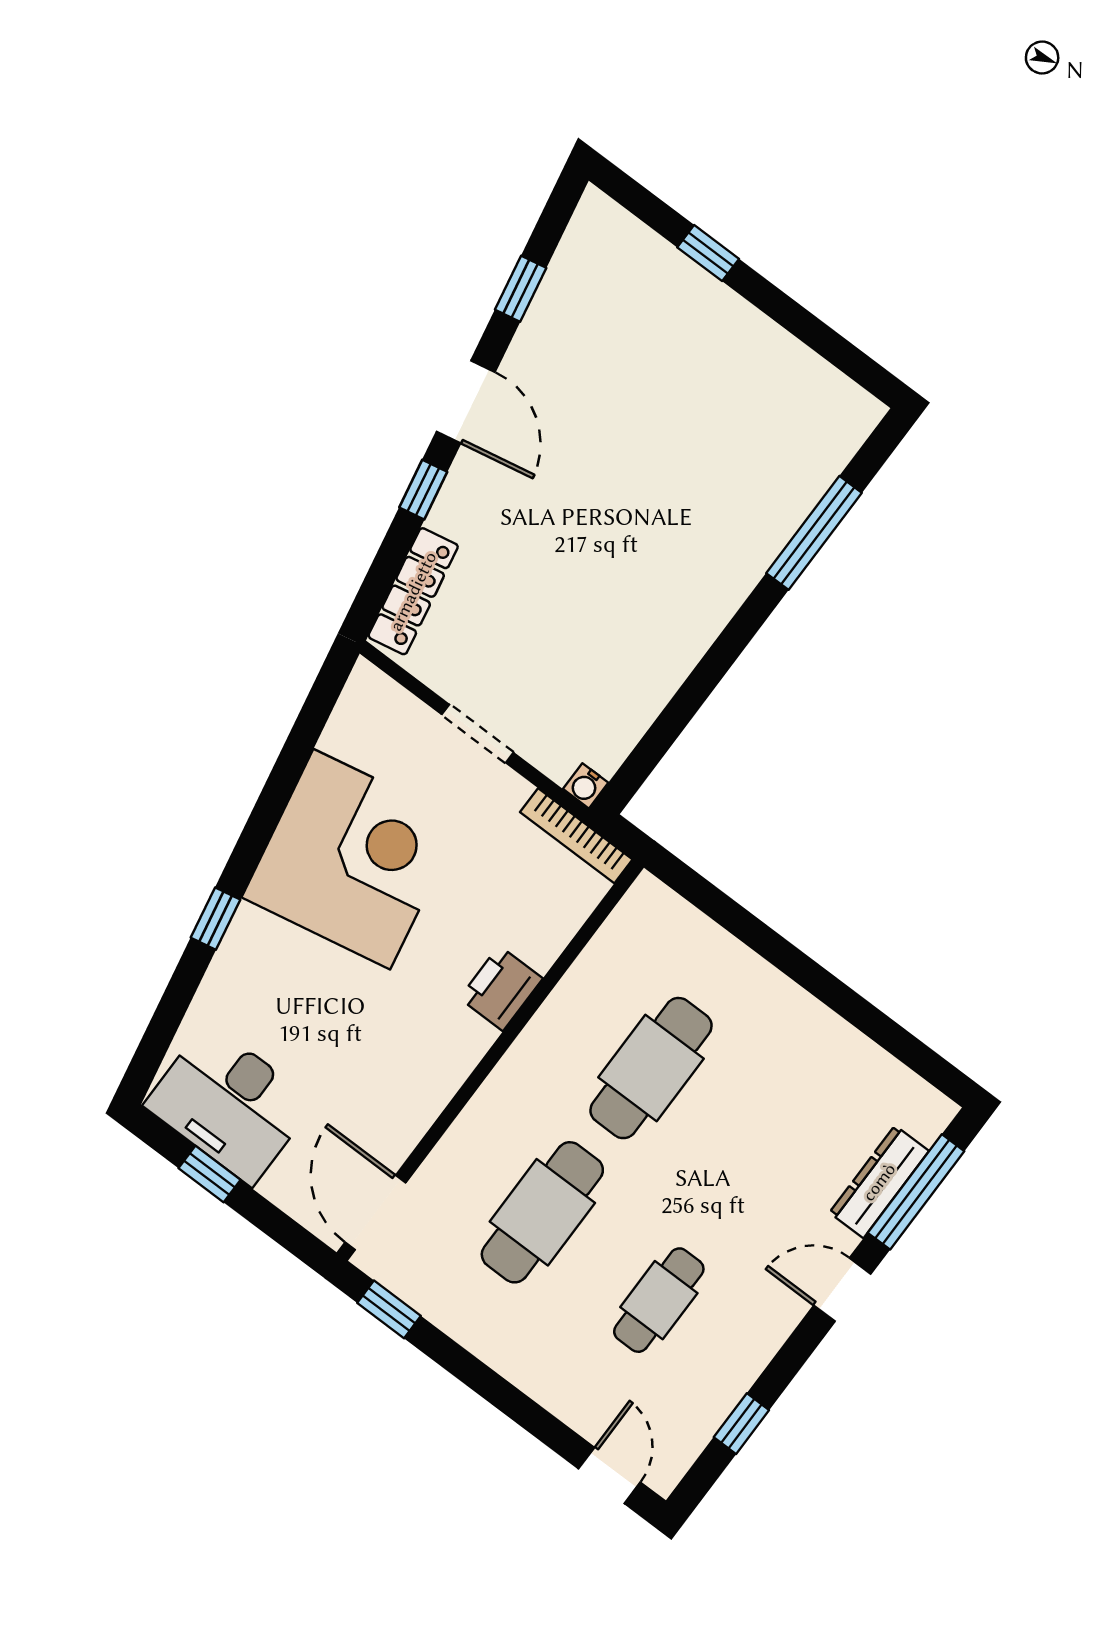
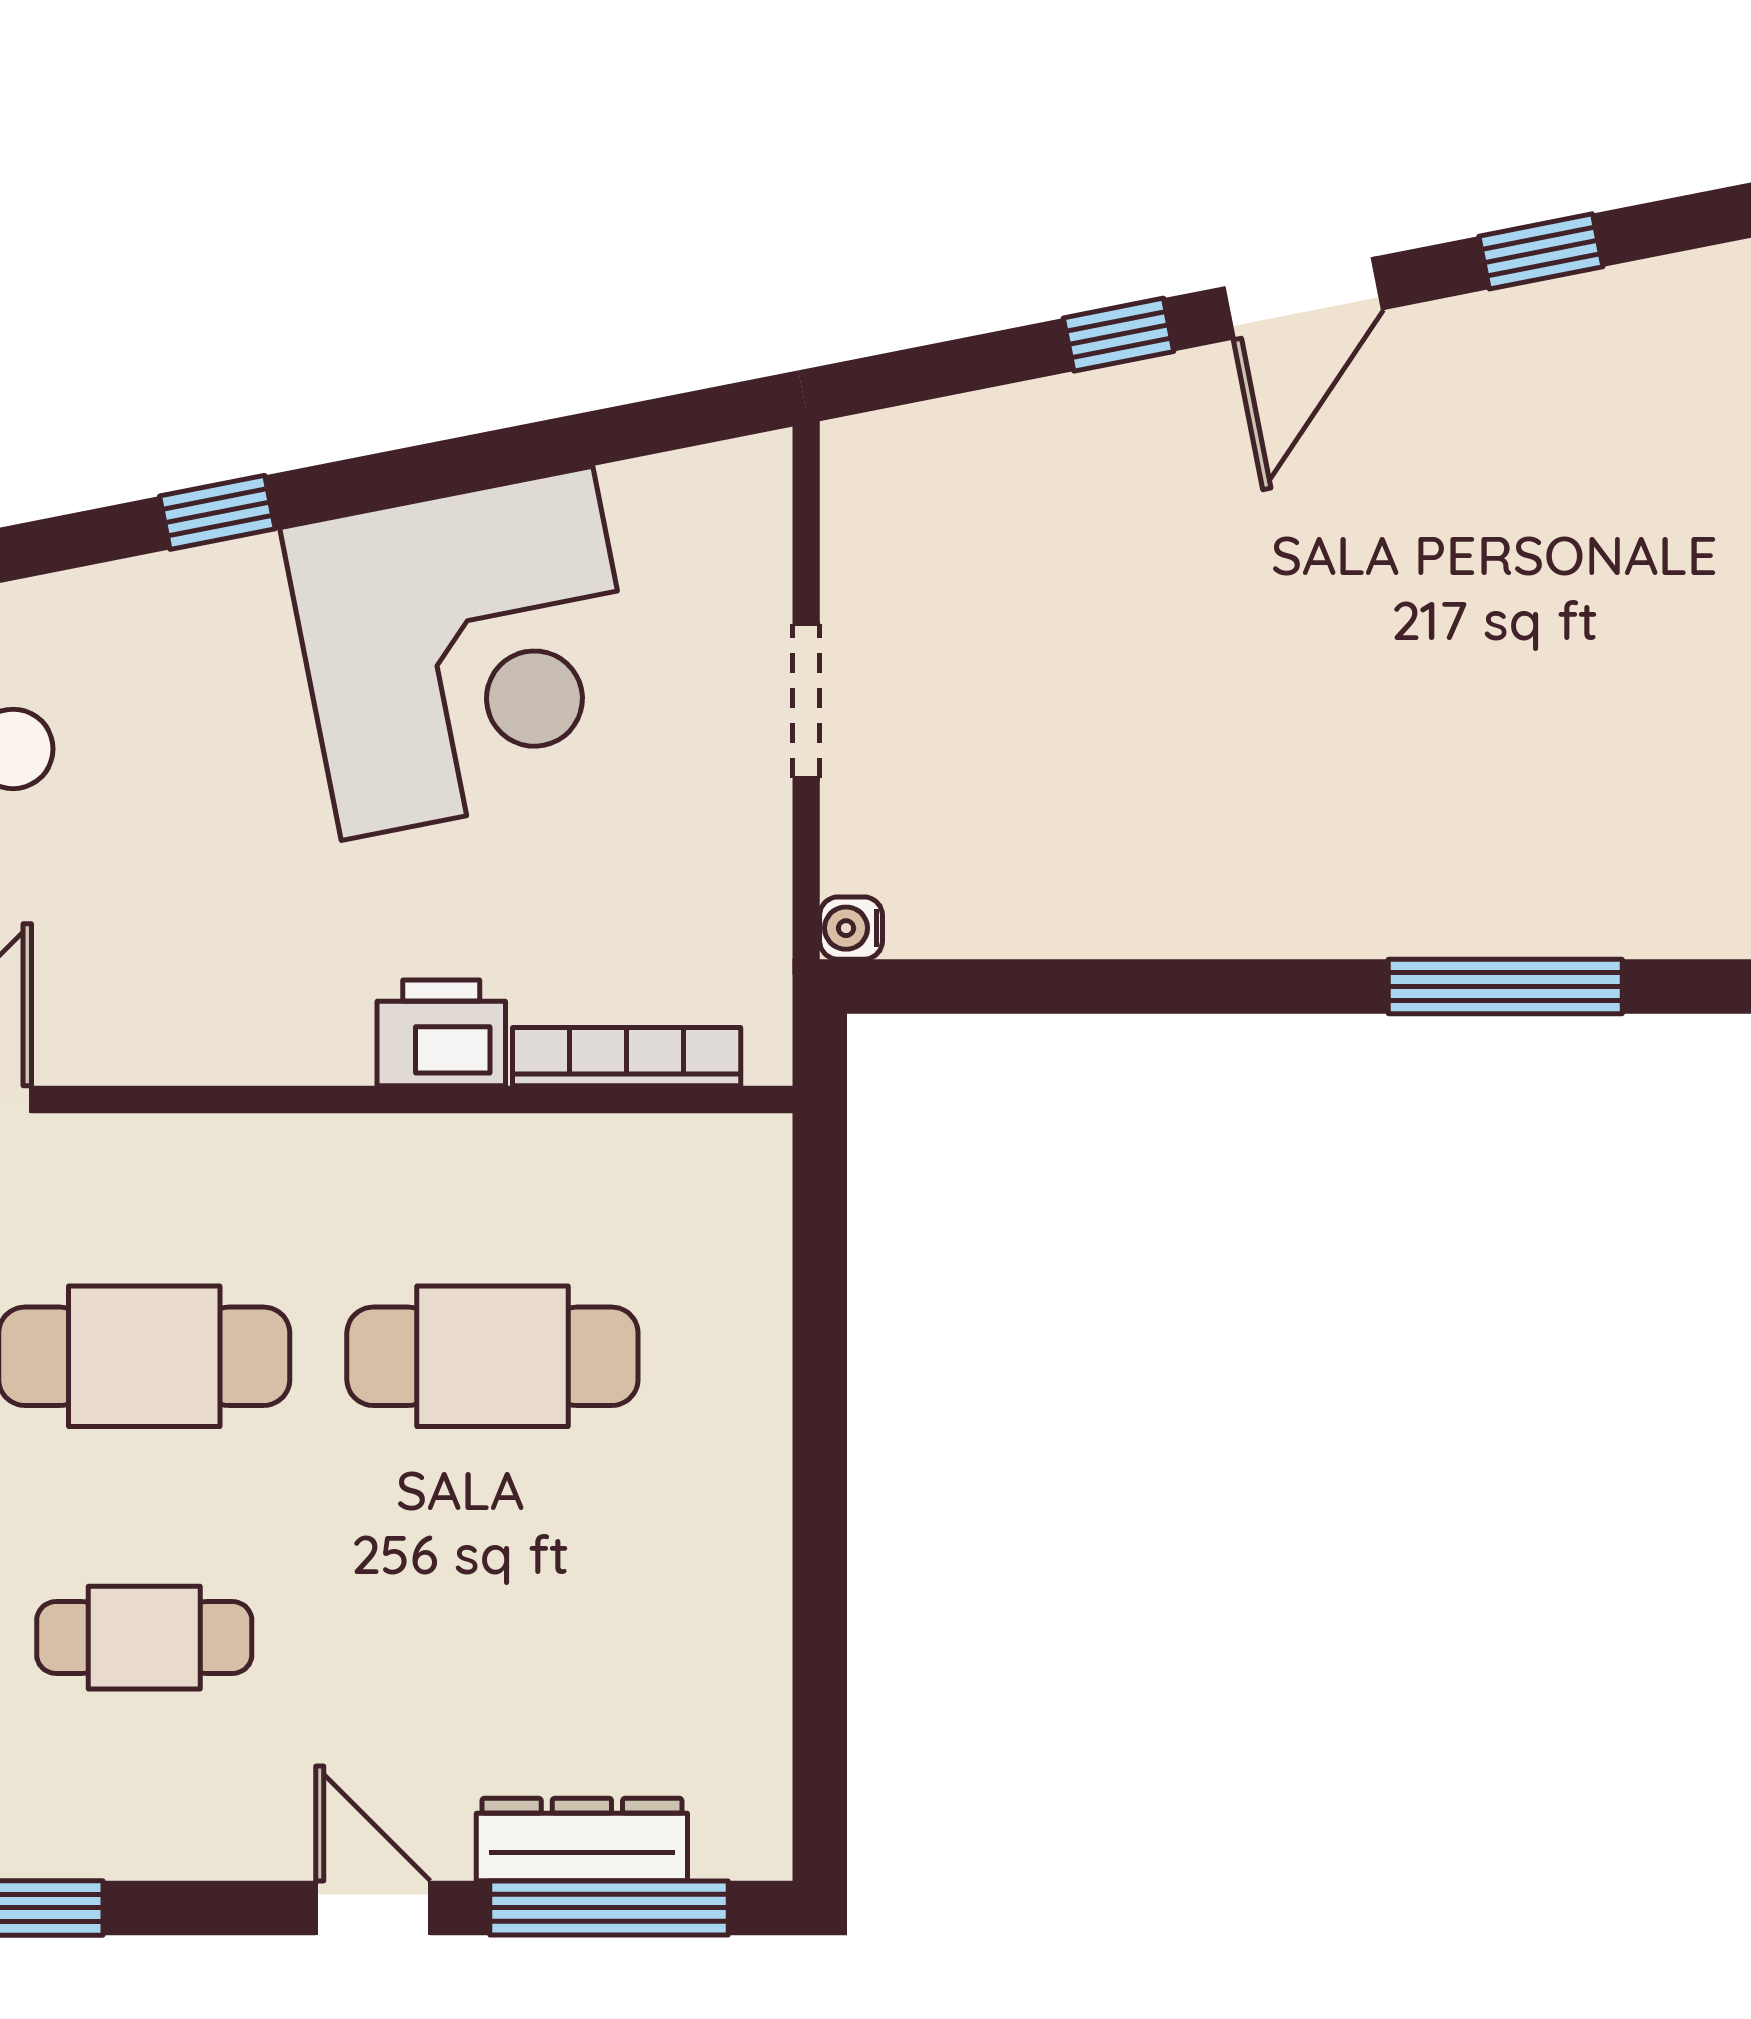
locker: (413, 591) -> (951, 437), removed
bookcase: (576, 836) -> (627, 1057), moved, turned 90

